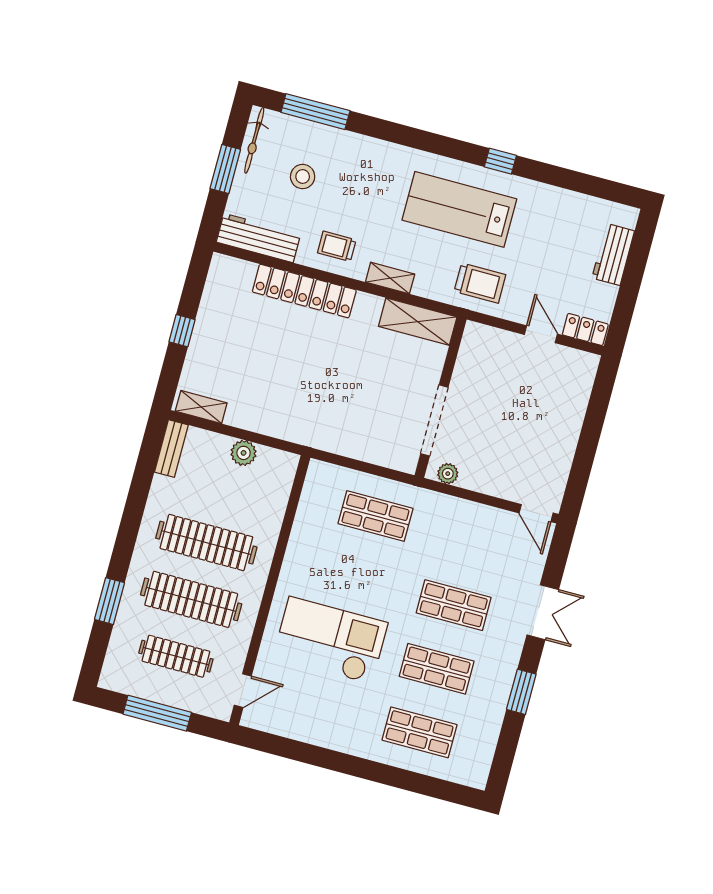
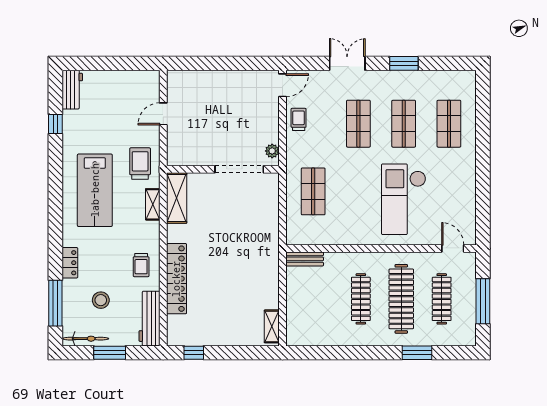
window: (500, 161) -> (55, 124), moved
workbench: (613, 254) -> (72, 90), moved, turned -90
shelving: (390, 278) -> (153, 204), moved
locker: (585, 329) -> (70, 263), moved, turned 180
window: (182, 331) -> (194, 353), moved
bench: (171, 448) -> (305, 259), moved
plant: (244, 453) -> (295, 290), removed
trolley: (482, 523) -> (299, 119), added
clothes rail: (206, 543) -> (361, 299), width x0.73, depth x0.76

